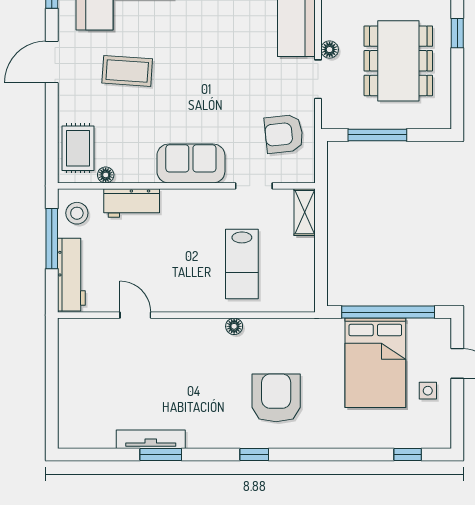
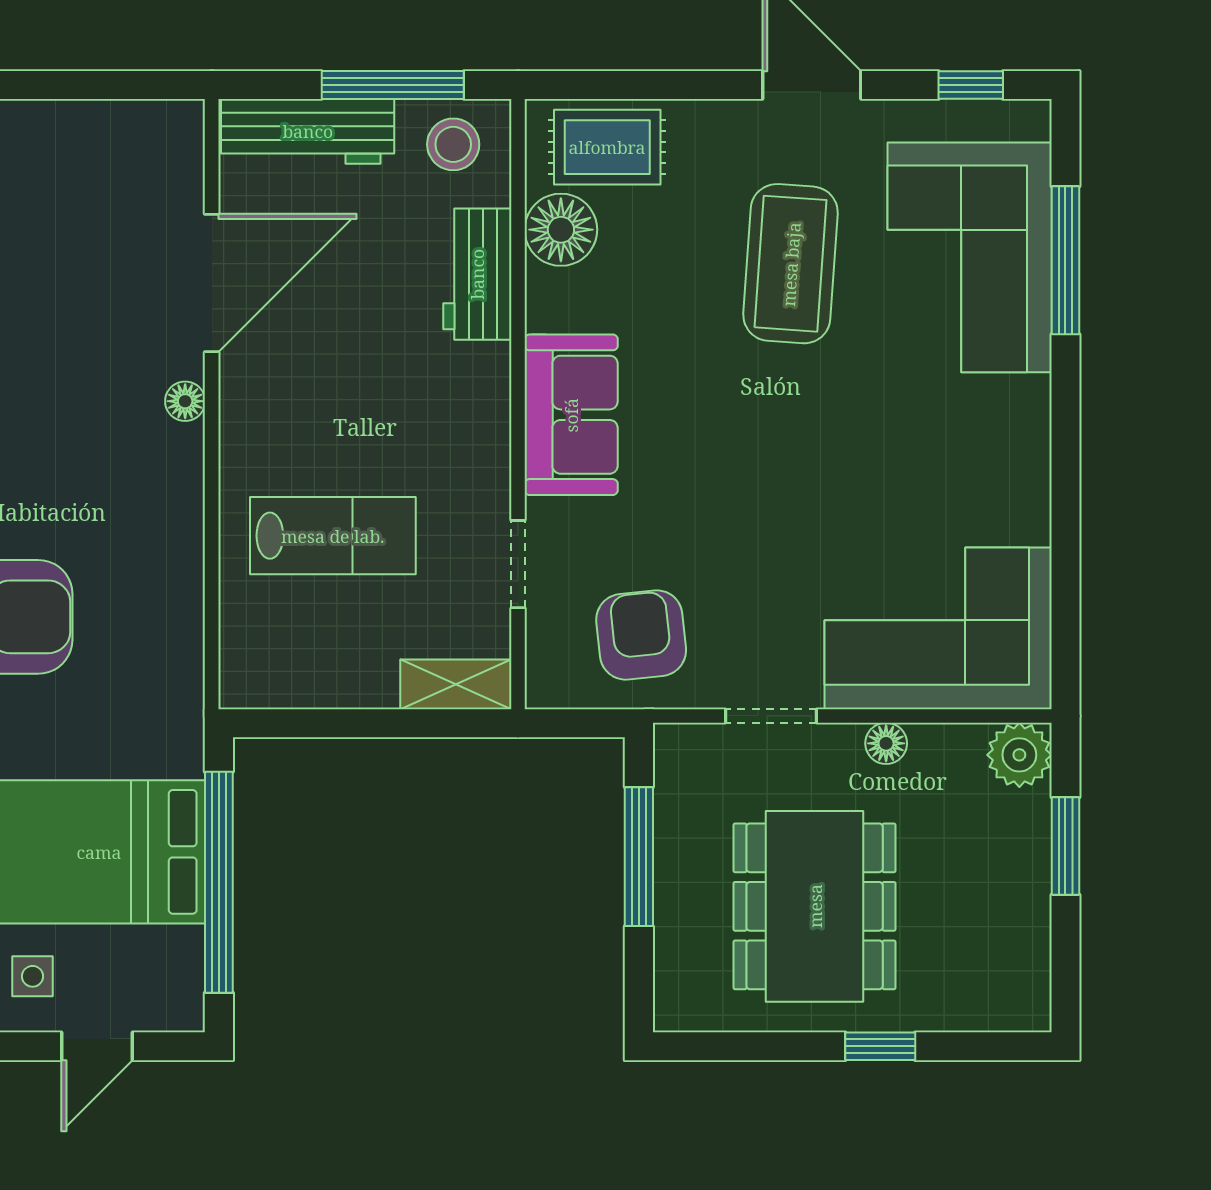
floor lamp: (330, 50) -> (886, 743), moved
dining table: (398, 61) -> (815, 906), turned 90
coffee table: (127, 71) -> (791, 264), width x1.36, depth x1.32
floor lamp: (106, 175) -> (561, 230), width x1.89, depth x1.89
lab bench: (242, 264) -> (333, 536), turned 180
door: (135, 315) -> (212, 283), width x1.87
floor lamp: (234, 326) -> (185, 401), moved

